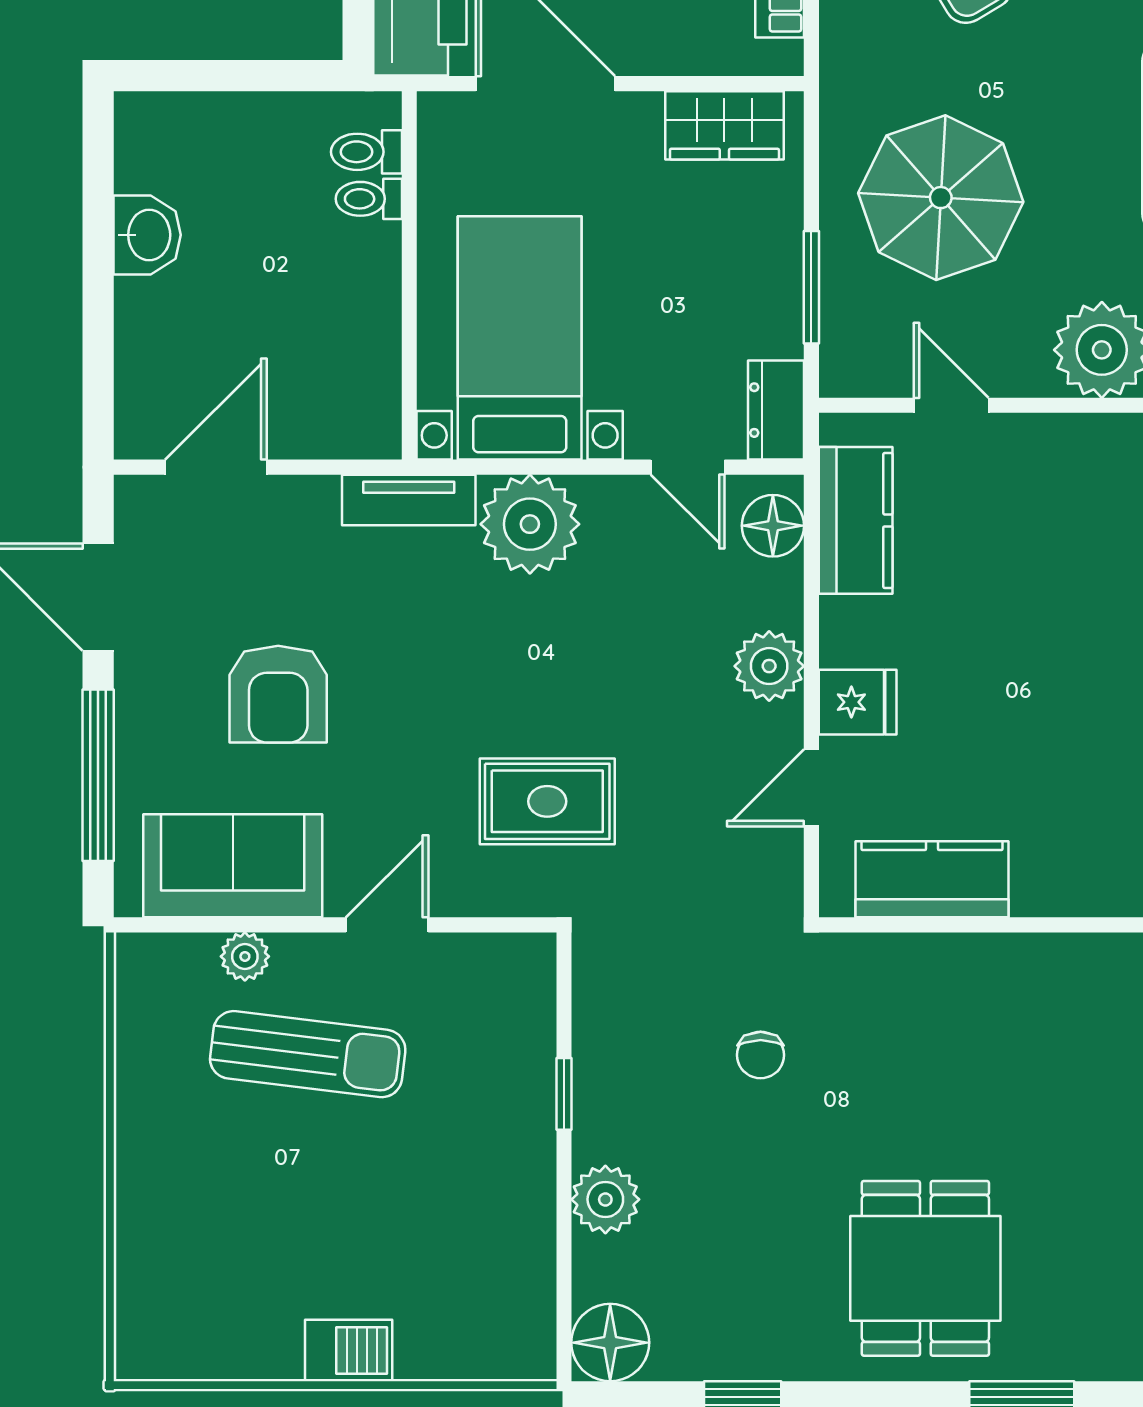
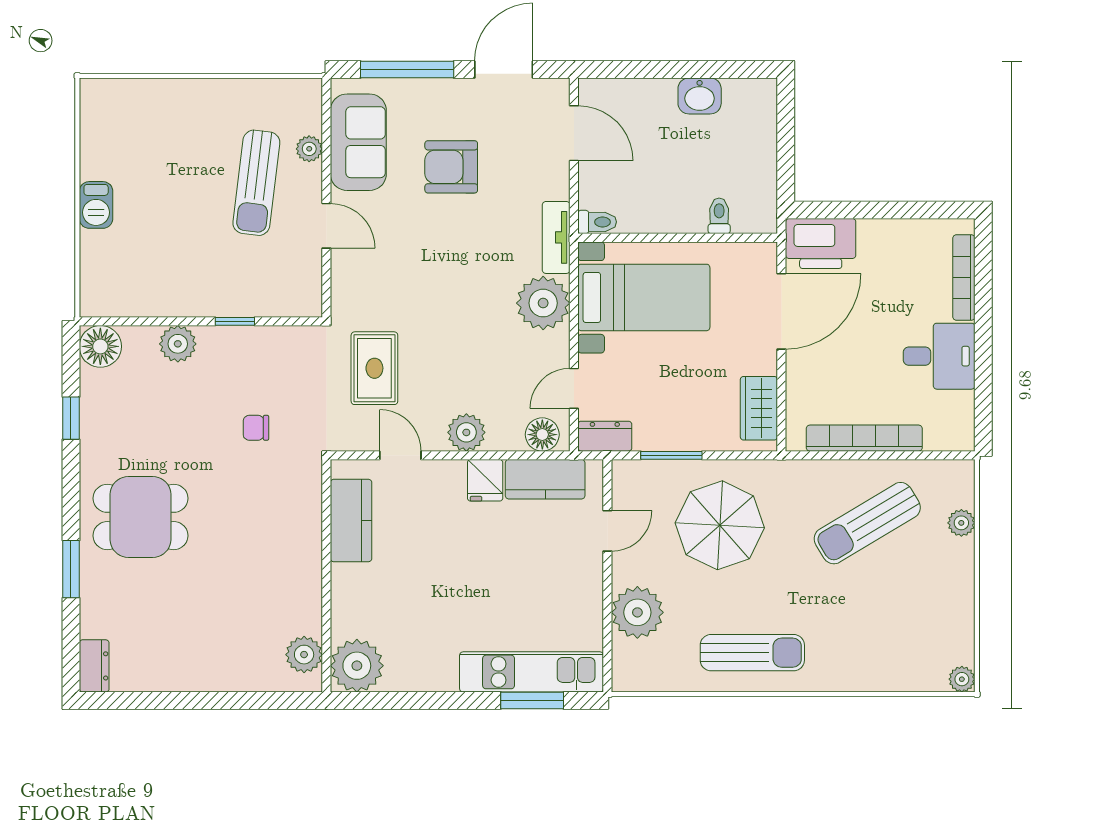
toilet: (366, 152) -> (597, 222), moved, turned 90
fridge: (858, 702) -> (485, 480), moved
rug: (547, 801) -> (374, 368), moved

